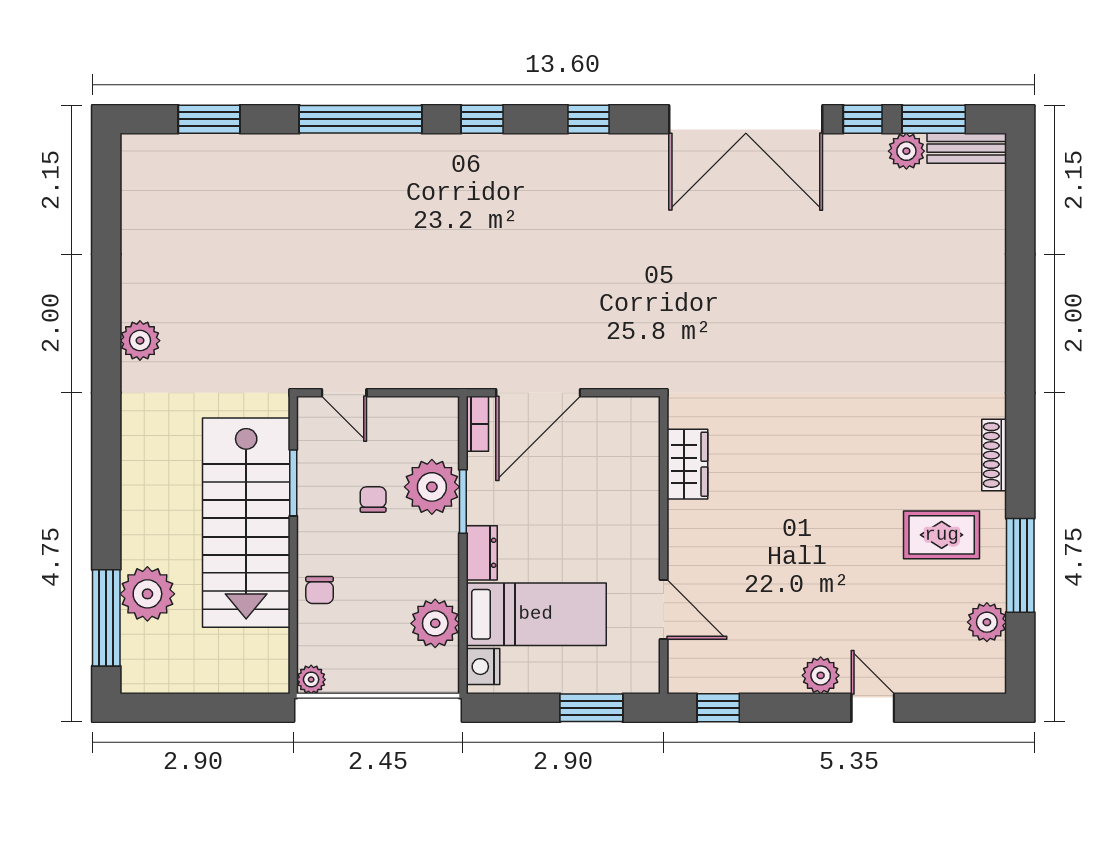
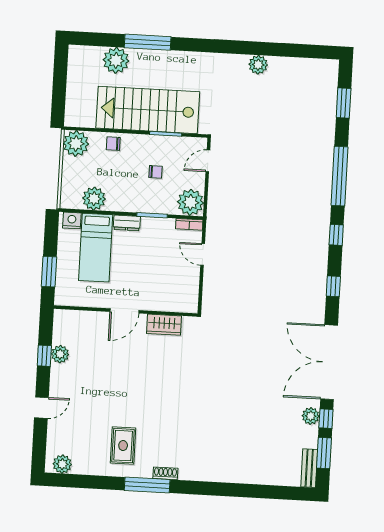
plant: (906, 151) -> (311, 416), moved
plant: (140, 341) -> (258, 65), moved
door: (538, 393) -> (203, 254), width x0.53
shoe rack: (994, 455) -> (165, 473), width x0.70
plant: (432, 487) -> (190, 202), moved
window: (1020, 565) -> (147, 485), moved
door: (664, 609) -> (124, 311), moved
window: (106, 618) -> (148, 42), moved
plant: (987, 622) -> (62, 464), moved
plant: (821, 675) -> (60, 354), moved
plant: (311, 680) -> (76, 144), width x1.87, depth x1.87
window: (718, 708) -> (44, 356), moved

